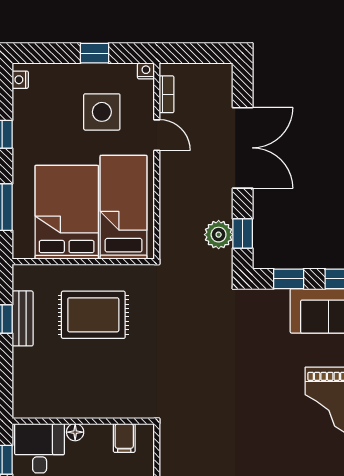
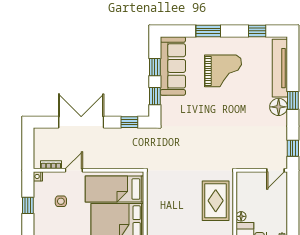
side table: (102, 112) -> (61, 201), width x0.54, depth x0.54
plant: (219, 235) -> (130, 136), removed
rug: (93, 315) -> (216, 201), moved
filing cabinet: (124, 438) -> (244, 189), removed

